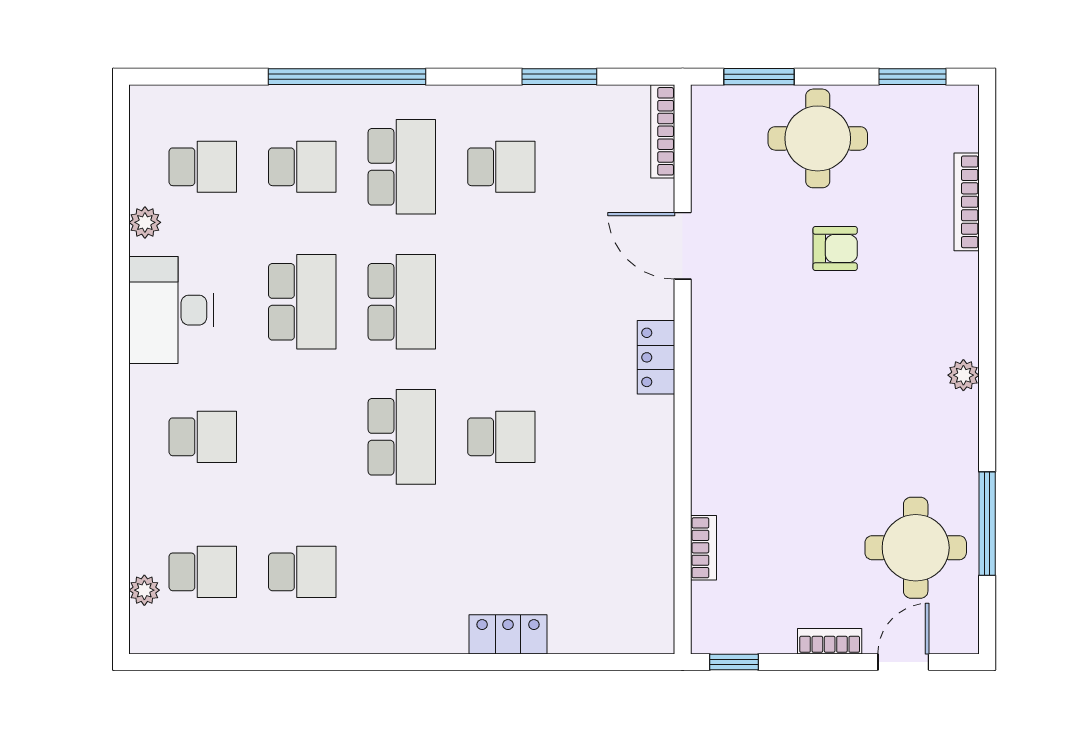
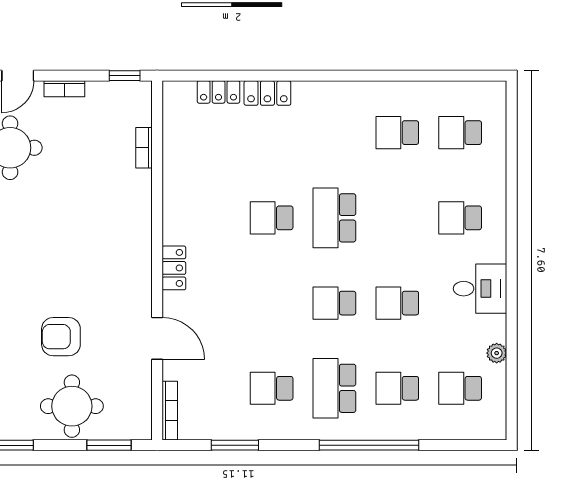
armchair: (835, 249) -> (61, 337), width x1.38, depth x1.38
school desk: (302, 302) -> (397, 303), width x0.54
school desk: (402, 302) -> (334, 303), width x0.54
desk: (171, 310) -> (480, 289), width x0.73
plant: (144, 590) -> (497, 121), removed
locker: (585, 636) -> (219, 92), added

